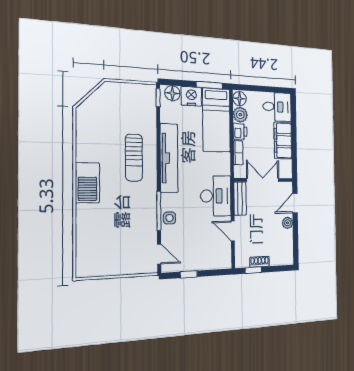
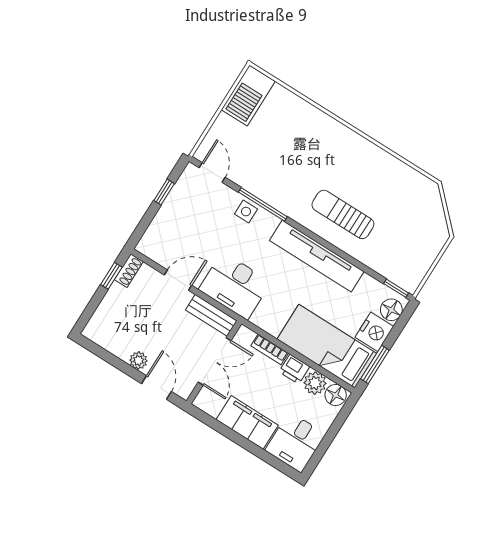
barbecue: (87, 183) -> (248, 95), moved, turned -90
door: (159, 254) -> (212, 172), swing flipped
shoe rack: (260, 262) -> (129, 270), moved

